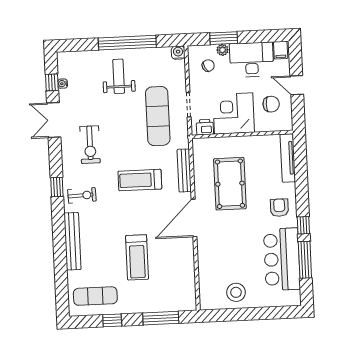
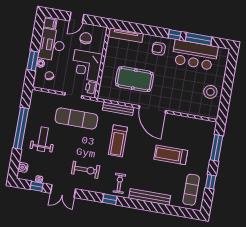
water cooler: (178, 53) -> (23, 167), moved
weight bench: (119, 76) -> (43, 139), turned 90
treadmill: (137, 257) -> (171, 155), turned 180

